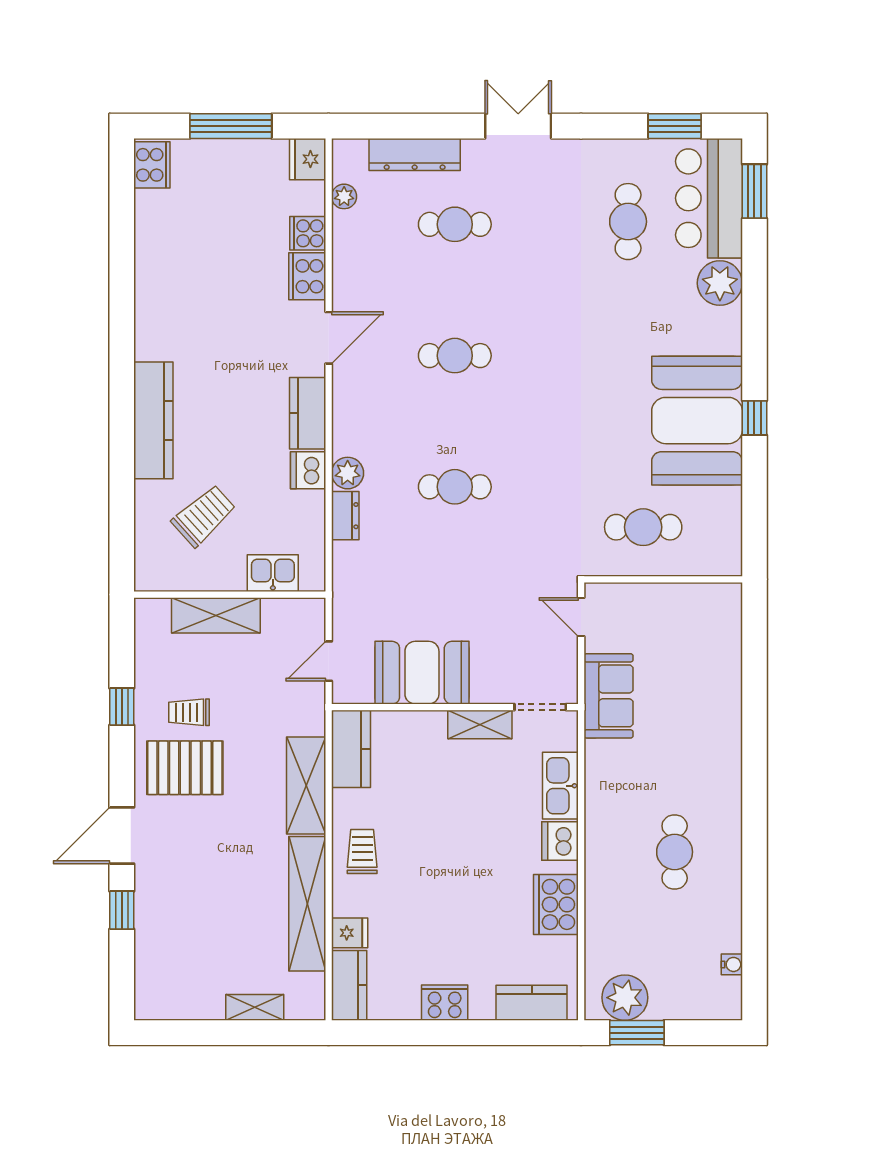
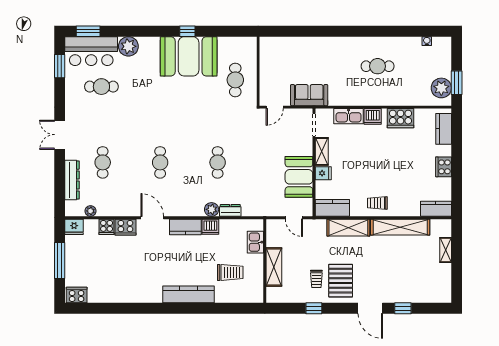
trolley: (204, 516) -> (230, 272), turned 132
fridge: (350, 933) -> (323, 173), moved, turned 90

